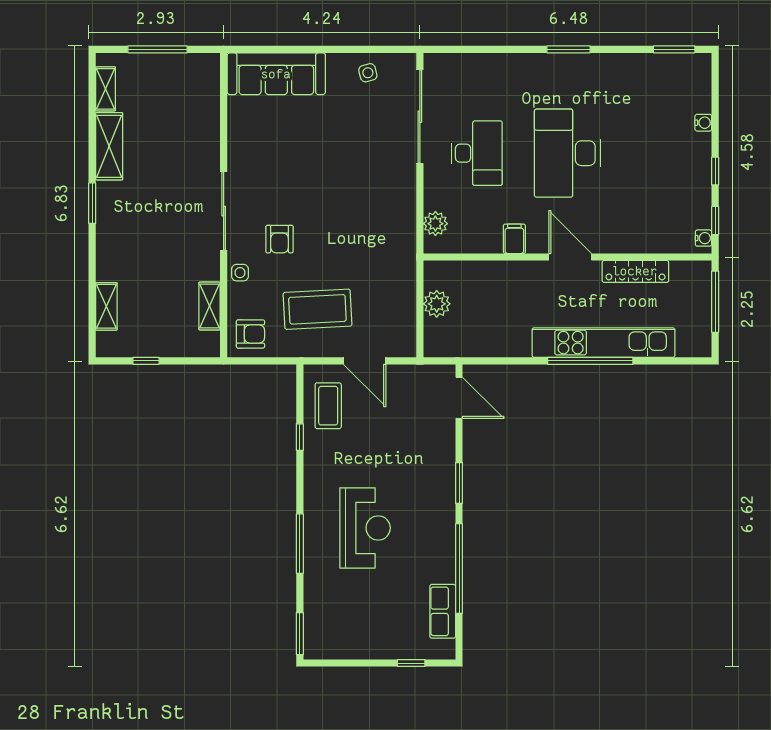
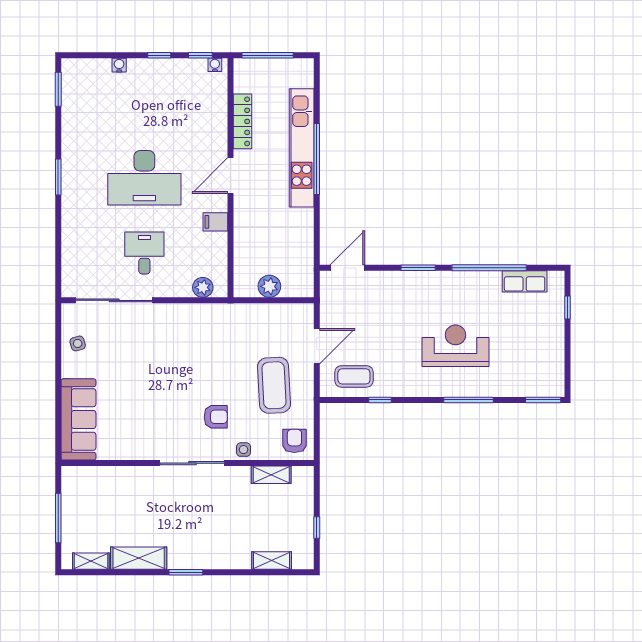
desk: (477, 153) -> (144, 253), width x0.73

